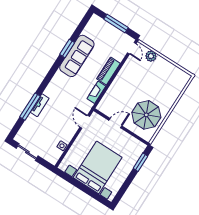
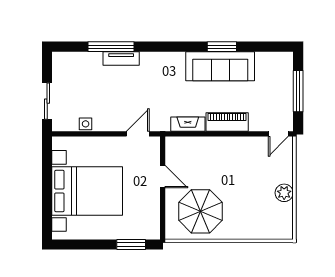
plant: (151, 56) -> (284, 193), moved
sliding door: (27, 152) -> (47, 101), moved

